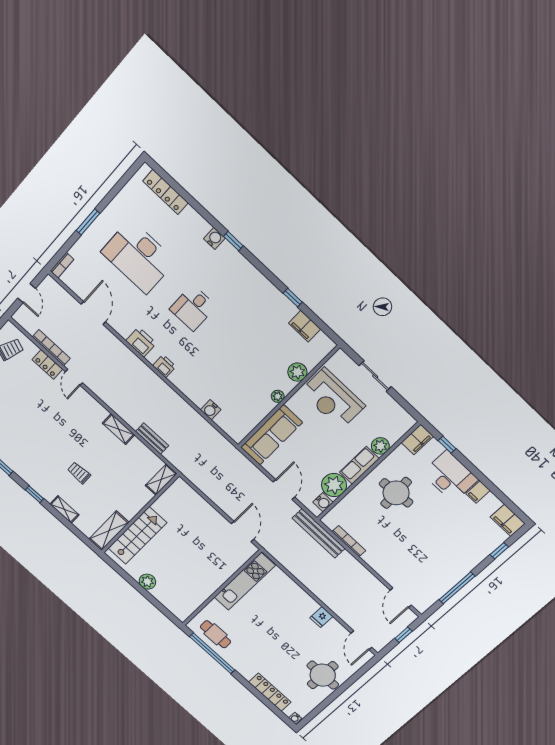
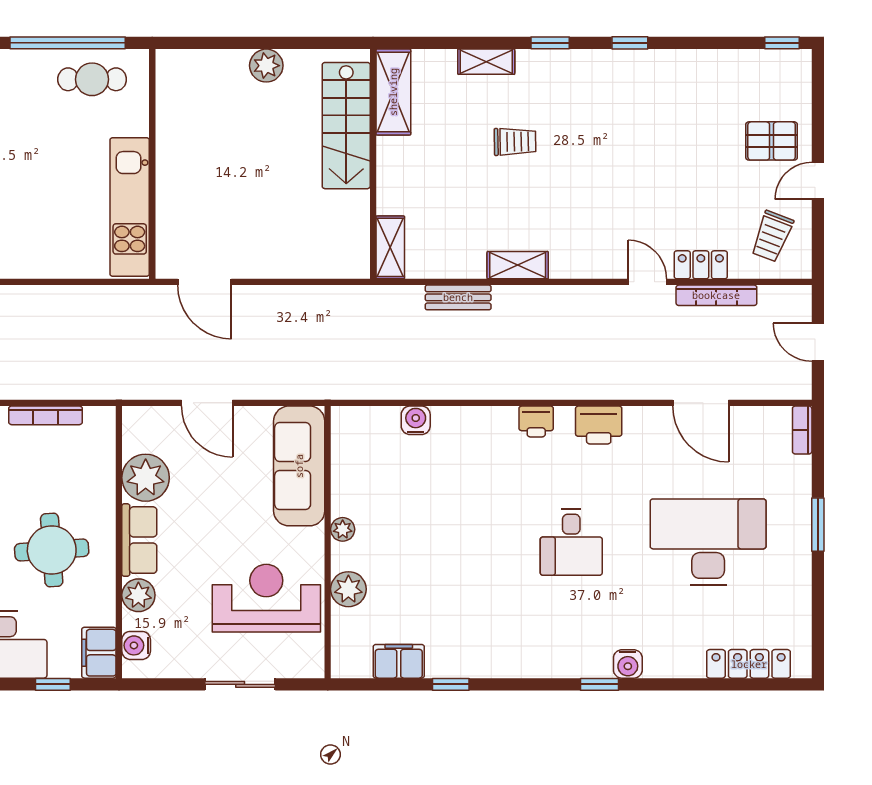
desk: (193, 308) -> (571, 542), turned 180
water cooler: (323, 502) -> (136, 645), moved
bench: (319, 533) -> (98, 385), removed

